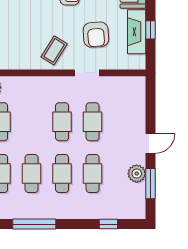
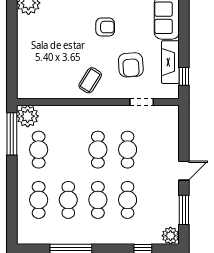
window: (151, 30) -> (184, 76), moved
doorway: (87, 73) -> (142, 102), moved
plant: (137, 174) -> (170, 236), moved

